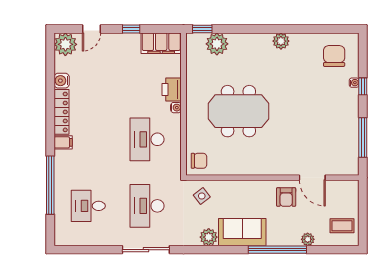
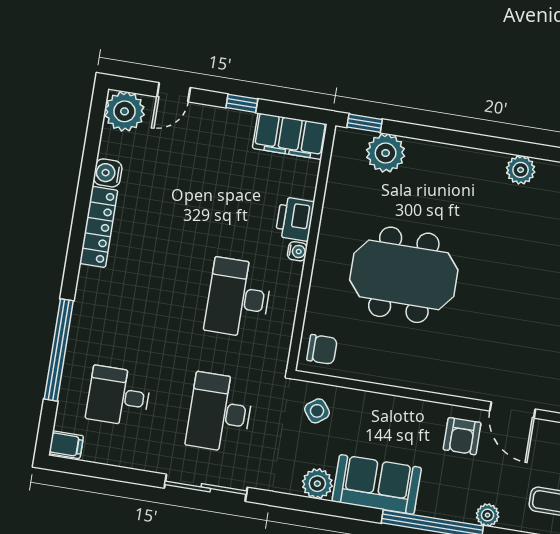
plant: (281, 41) -> (521, 170), moved
filing cabinet: (63, 142) -> (66, 445), moved

